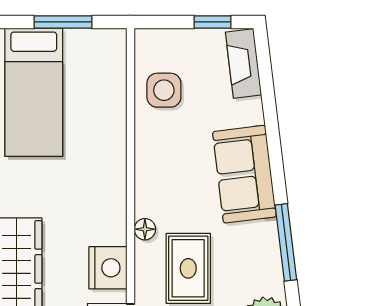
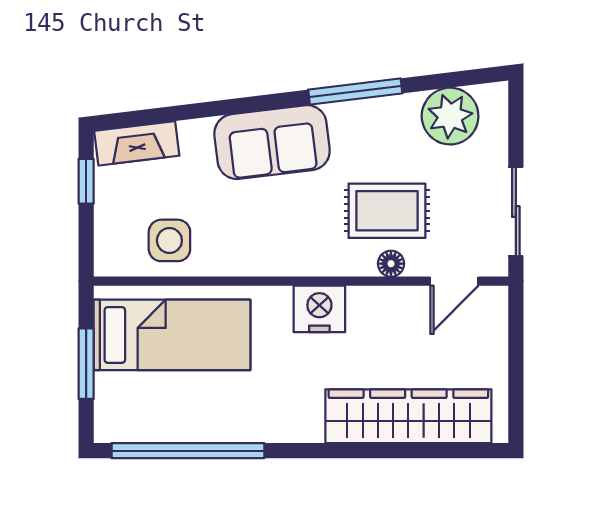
bed: (34, 92) -> (172, 335), moved
floor lamp: (145, 229) -> (391, 264), moved
nightstand: (108, 268) -> (319, 309), moved

